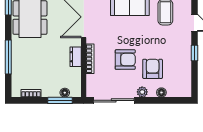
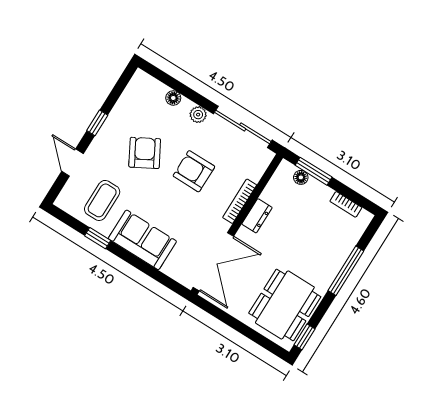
armchair: (153, 69) -> (145, 153), moved, turned 151

